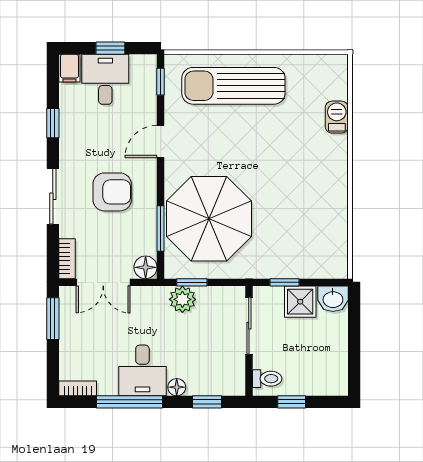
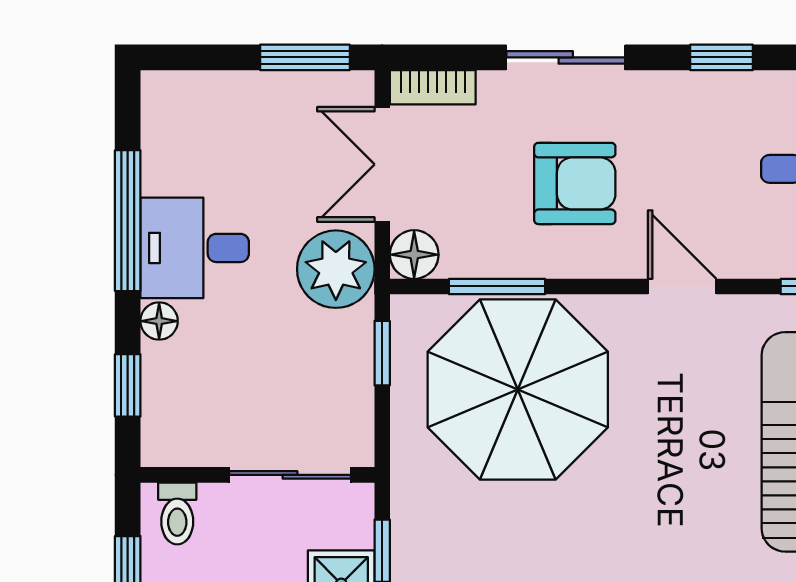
armchair: (112, 192) -> (575, 183), turned -90
plant: (182, 299) -> (336, 269), moved, width x1.36, depth x1.36
bookcase: (78, 388) -> (156, 110), removed

